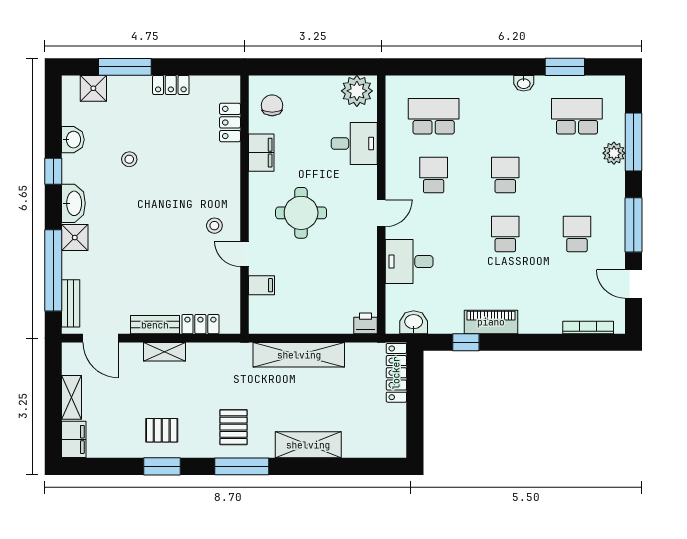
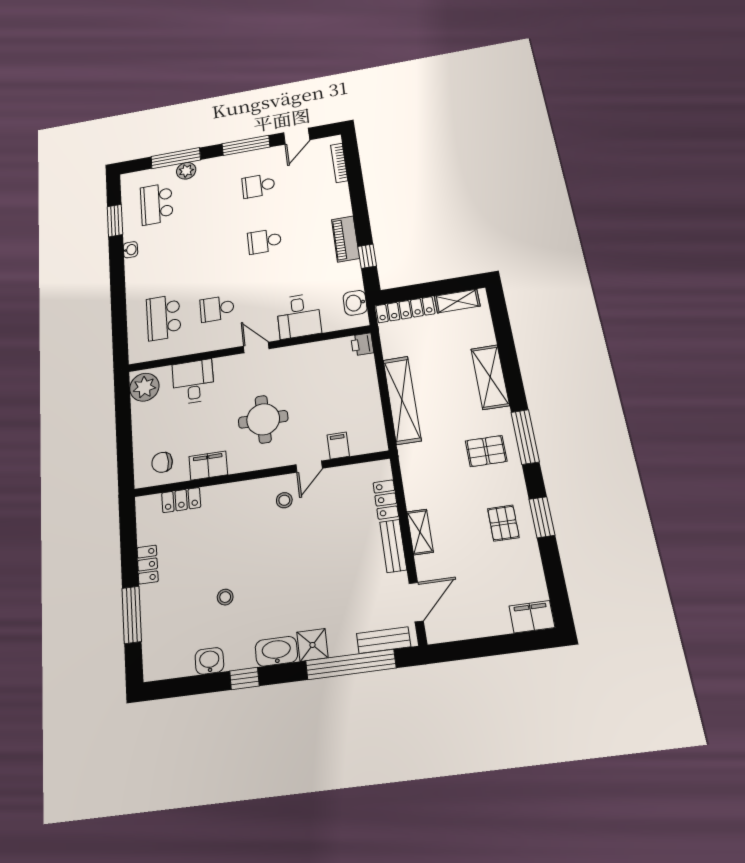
shower: (93, 88) -> (155, 646), removed
school desk: (505, 175) -> (212, 250), removed
shelving: (71, 397) -> (457, 301), moved

